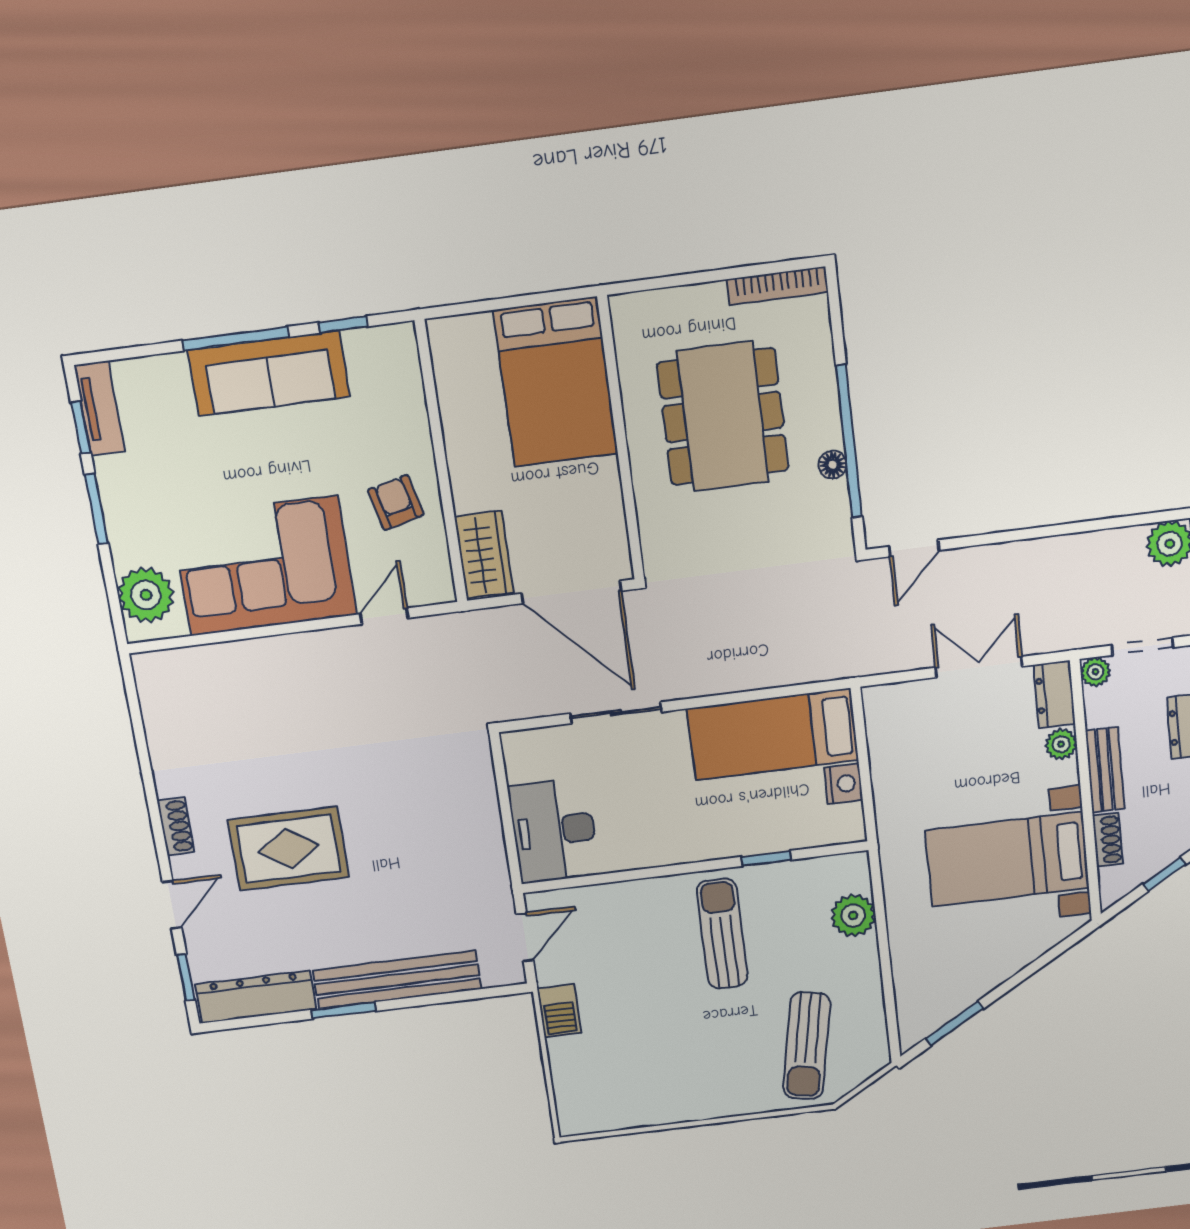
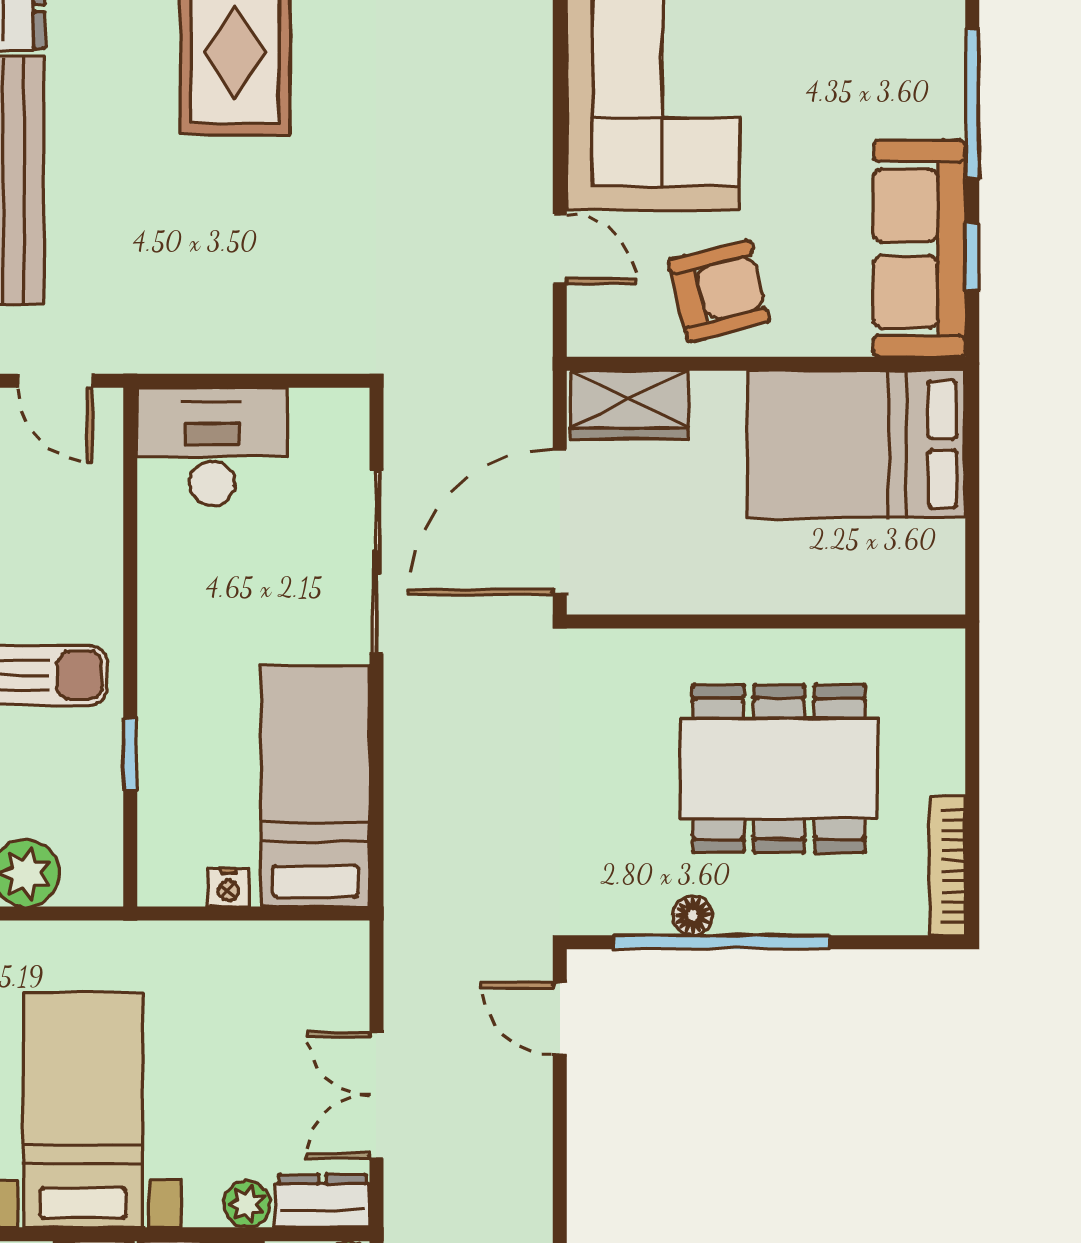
sofa: (269, 373) -> (919, 249), moved
bed: (556, 382) -> (856, 444), moved
armchair: (396, 502) -> (719, 291), width x1.38, depth x1.38
double door: (979, 667) -> (376, 1095), swing flipped
sliding door: (616, 713) -> (376, 562), width x1.37
nightstand: (843, 784) -> (228, 887), width x0.72, depth x0.74

